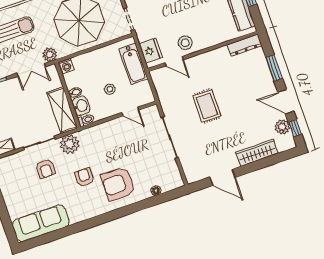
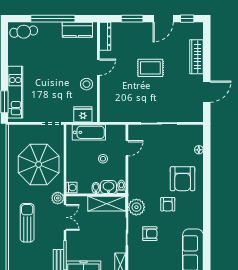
door: (174, 61) -> (98, 67), moved
rug: (207, 106) -> (150, 68), moved
plant: (282, 127) -> (183, 29), removed
armchair: (85, 177) -> (168, 204), turned -90

